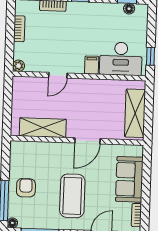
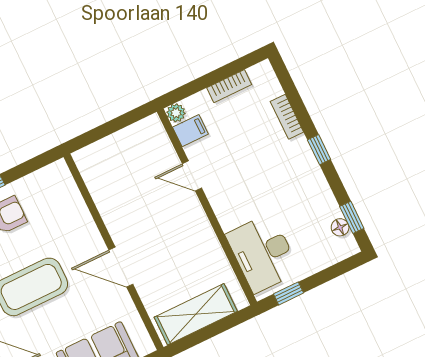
filing cabinet: (92, 65) -> (190, 131), moved
shelving: (43, 128) -> (106, 194), removed

